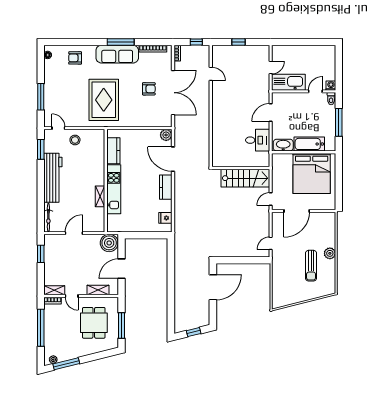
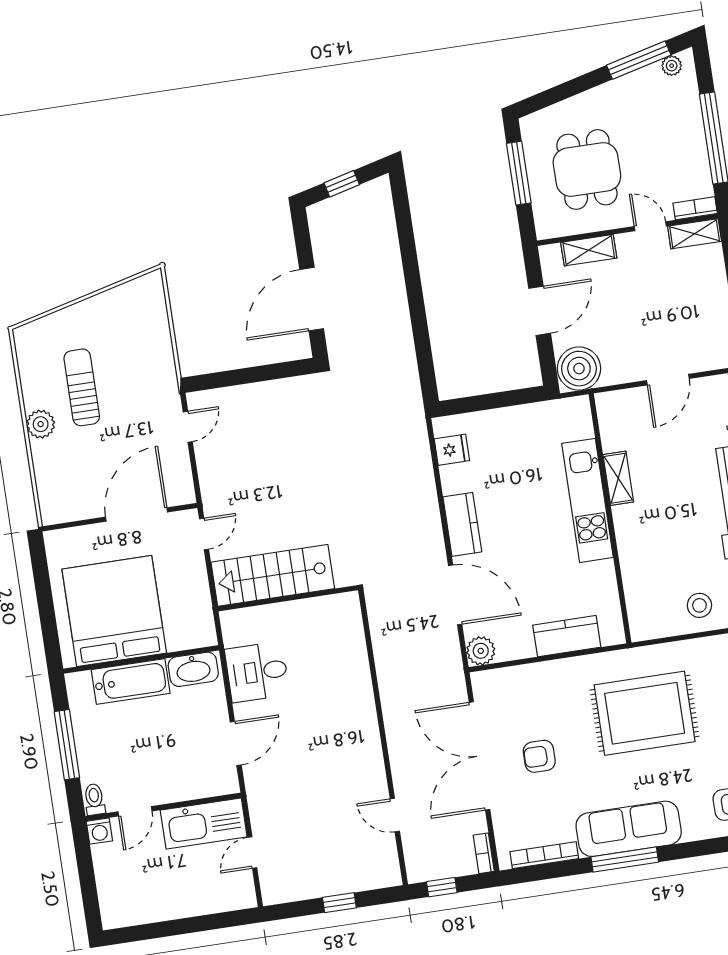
rug: (104, 100) -> (645, 713), turned 90
kitchen counter: (113, 151) -> (567, 636), moved, turned 90

